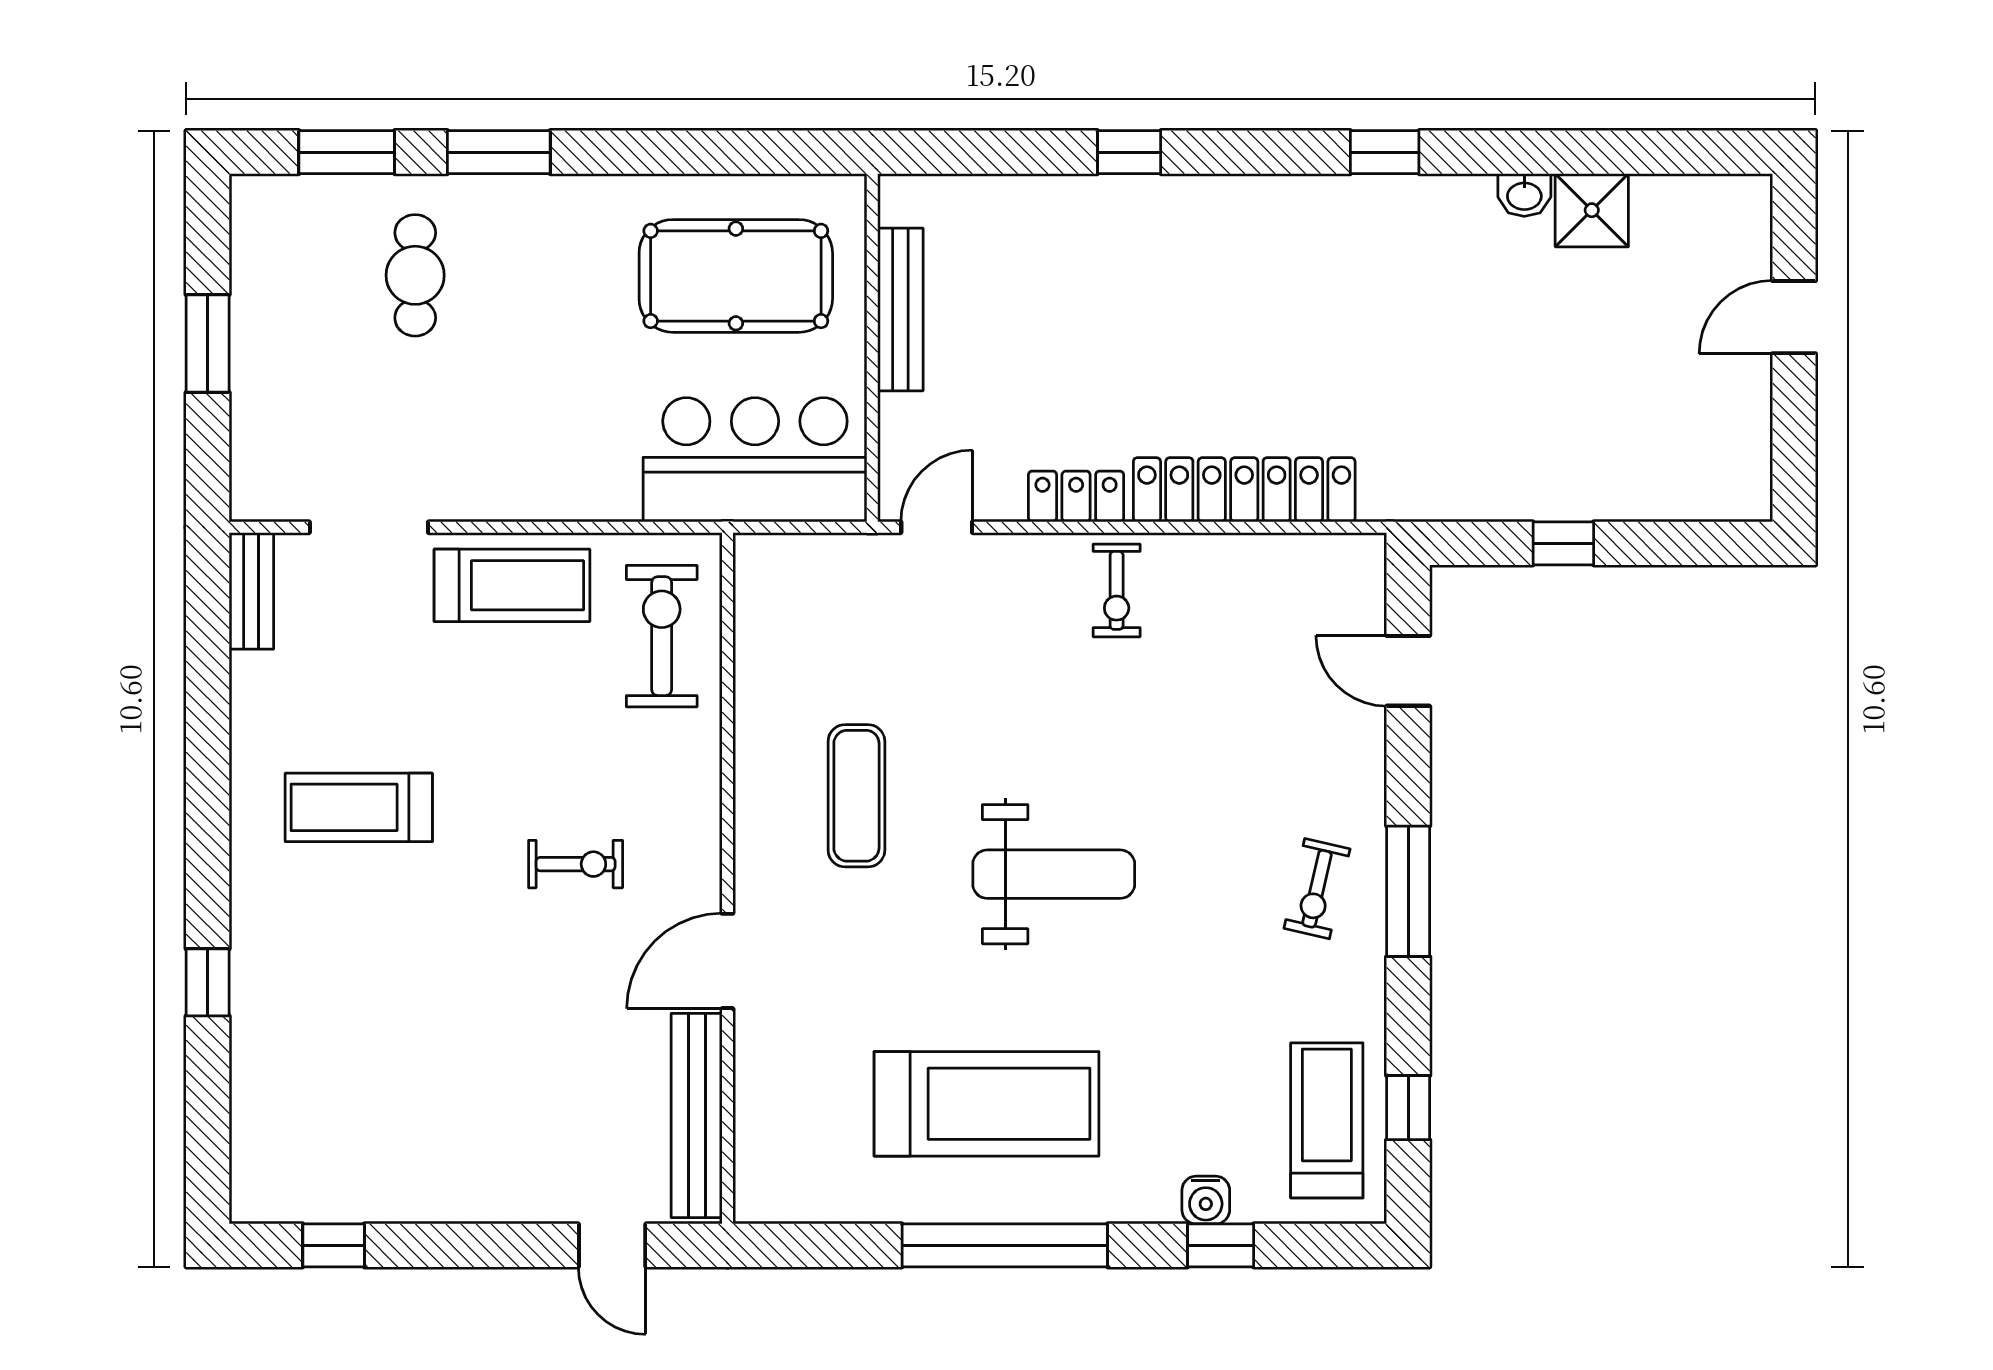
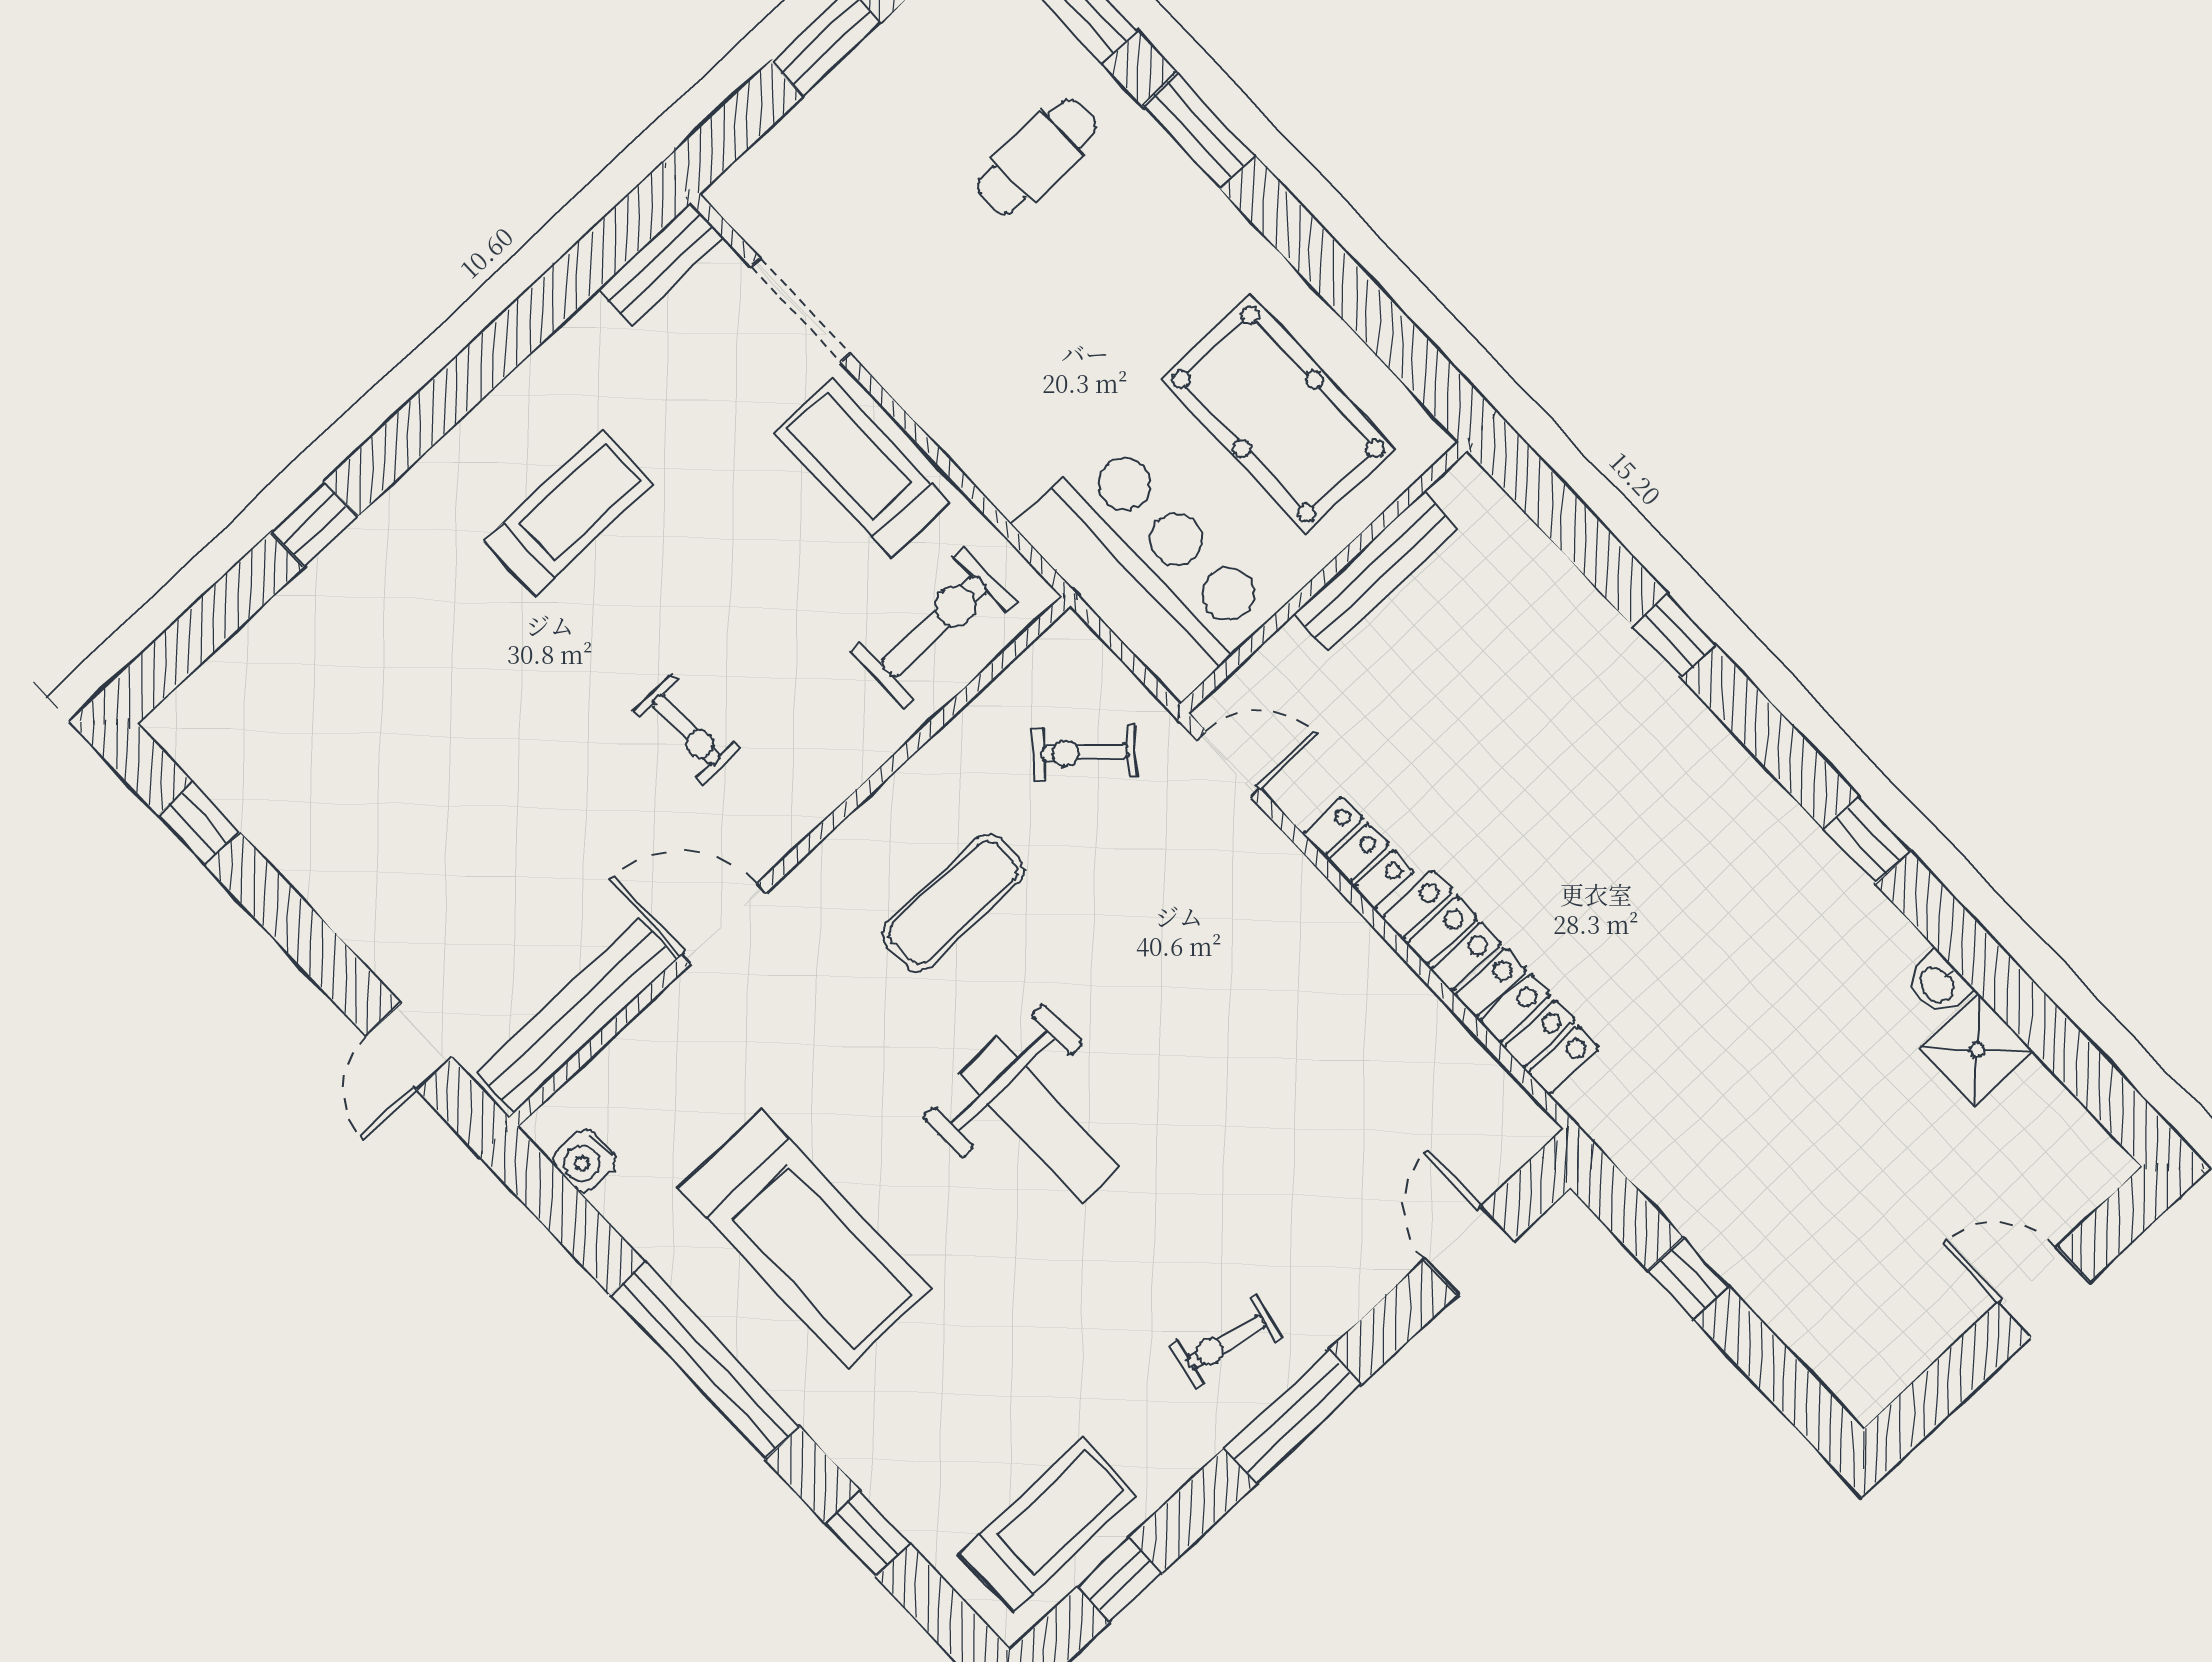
treadmill: (512, 585) -> (862, 468), turned 180
exercise bike: (1117, 590) -> (1085, 753), moved, turned 41
treadmill: (359, 807) -> (568, 513), turned 90
water cooler: (1206, 1200) -> (585, 1161), moved

